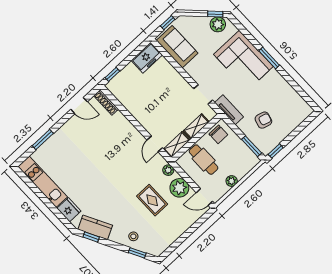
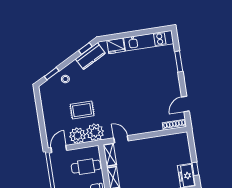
window: (112, 74) -> (195, 169), moved
plant: (168, 170) -> (95, 132), width x1.88, depth x1.88
plant: (232, 181) -> (57, 176), removed

